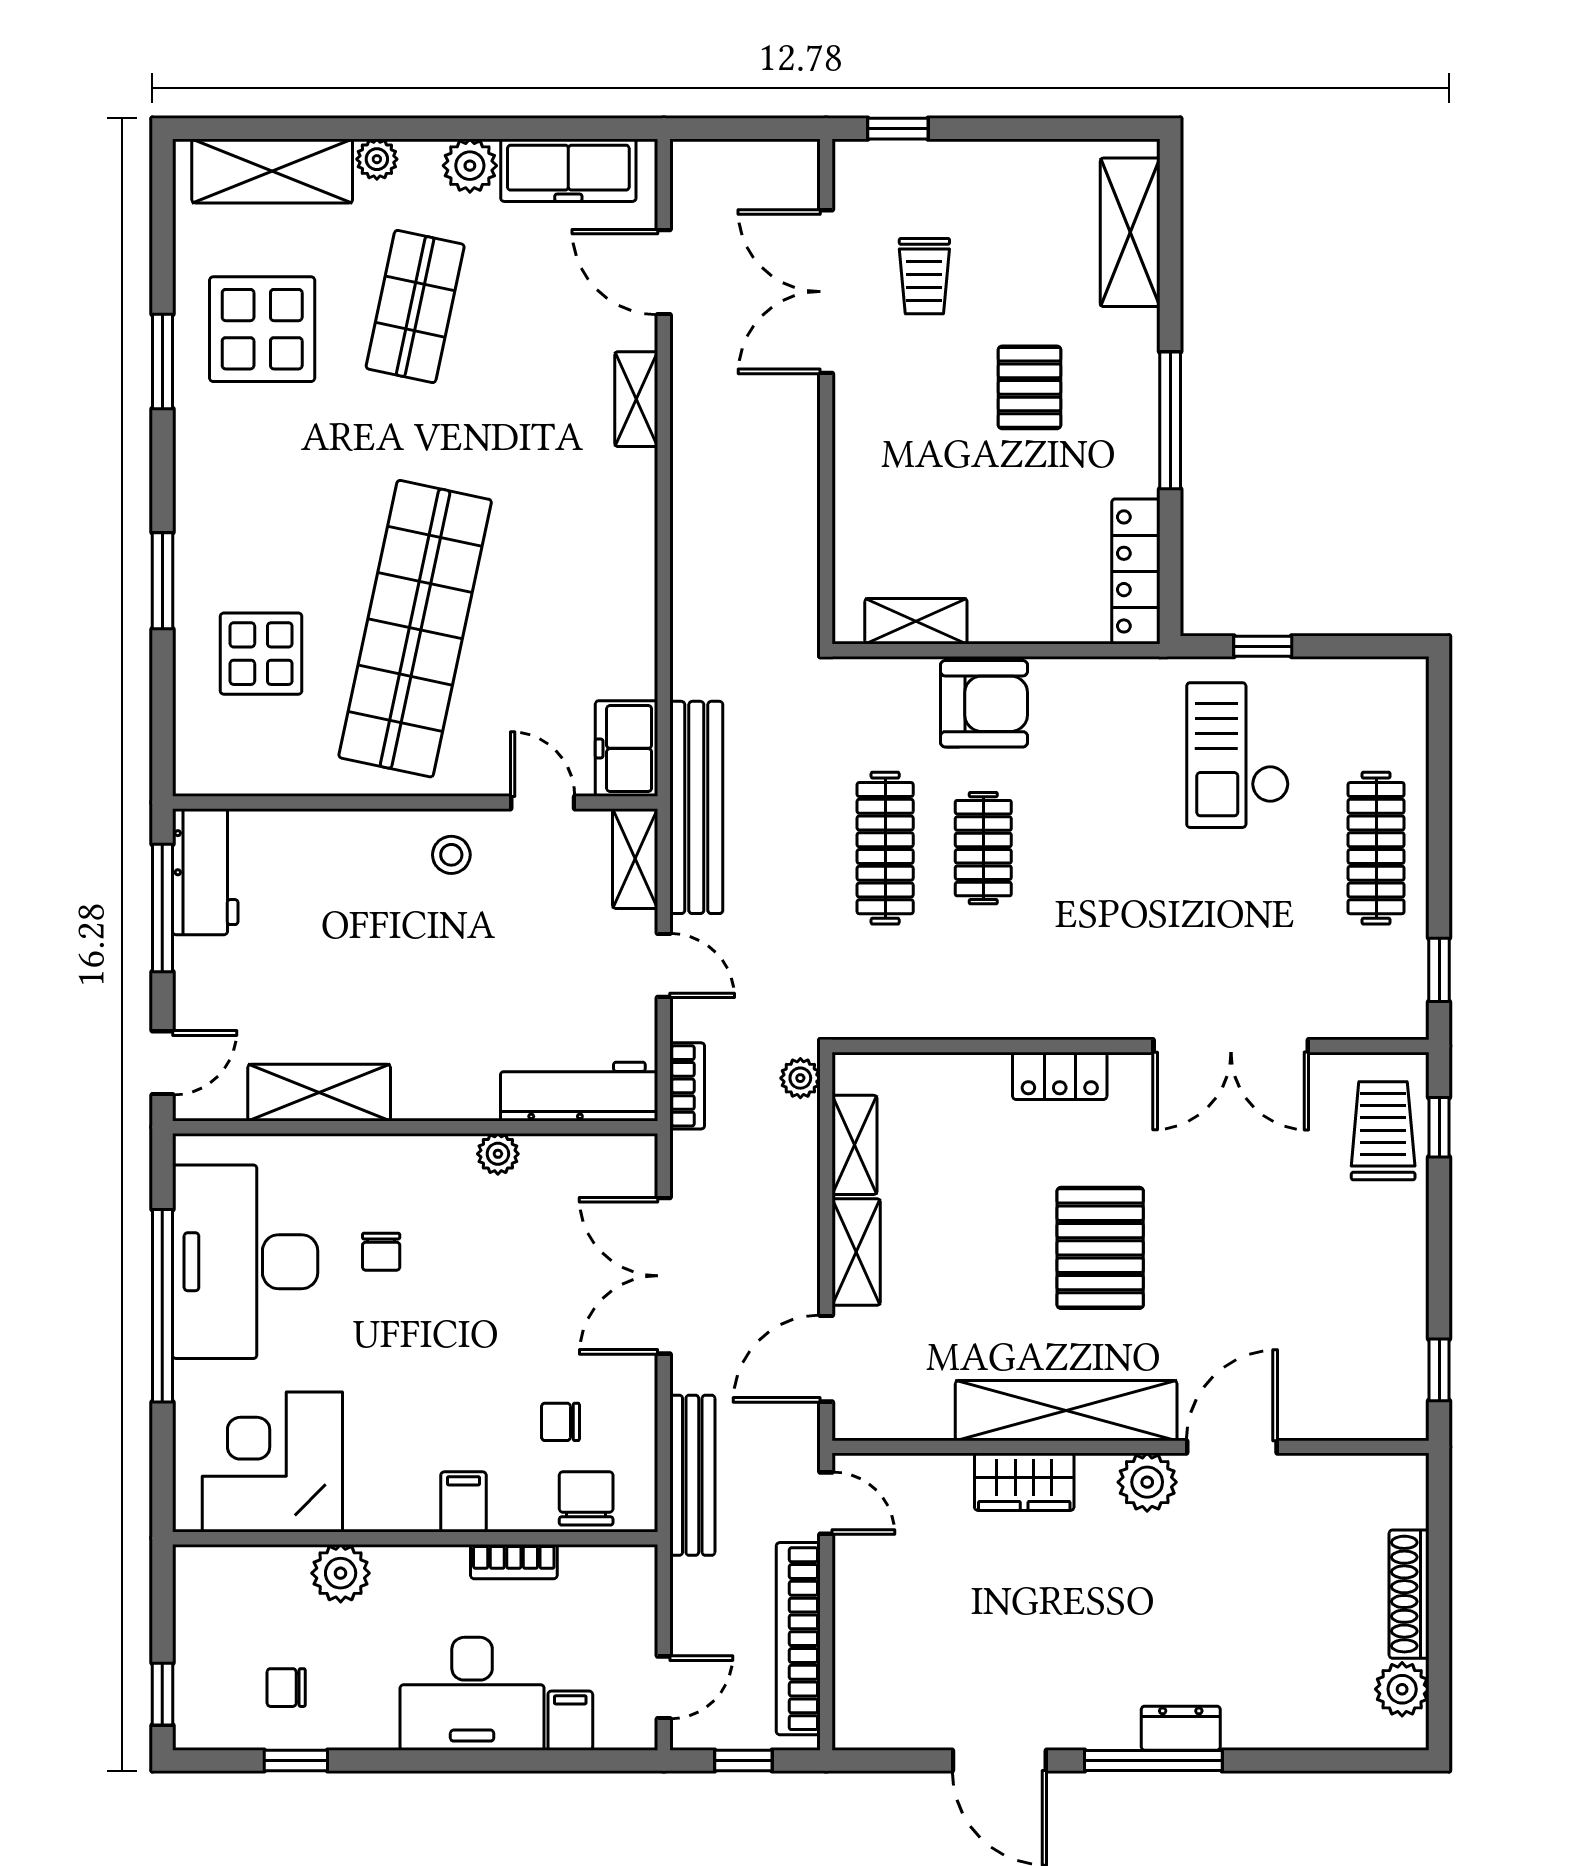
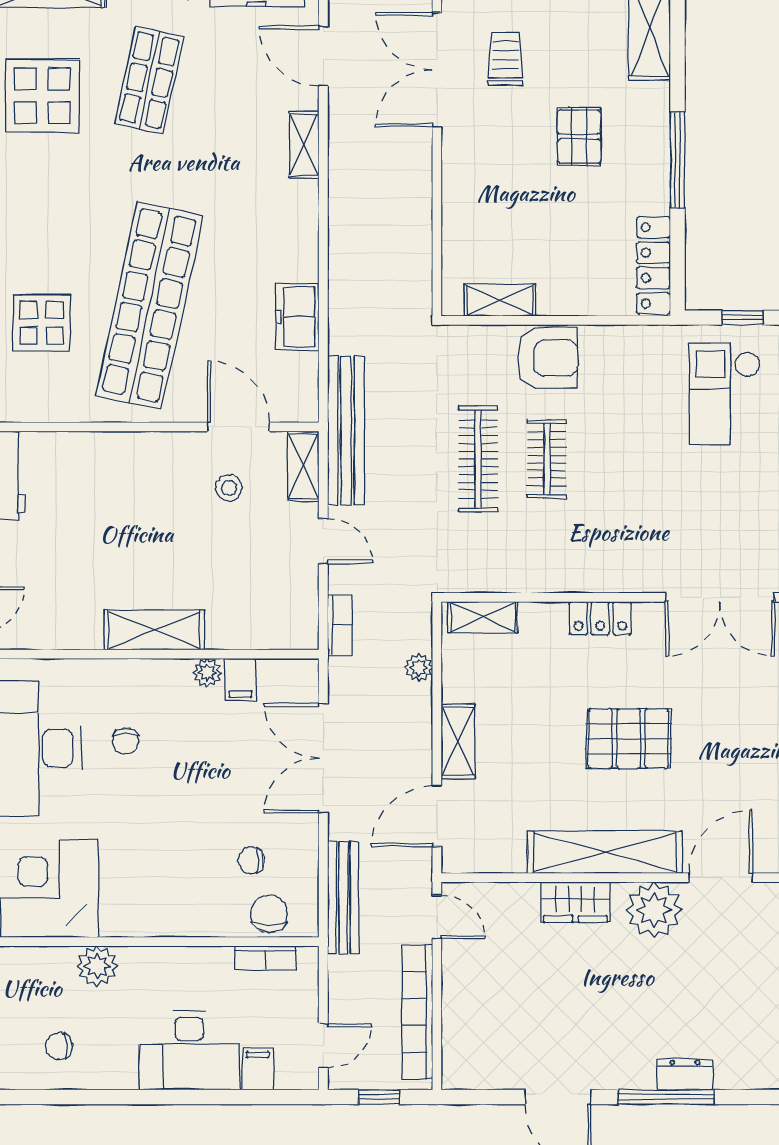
trolley: (924, 276) -> (506, 59), turned 180
freezer: (627, 748) -> (297, 317), moved
door: (543, 802) -> (238, 427), width x1.38
stool: (451, 855) -> (229, 488), moved
plant: (800, 1078) -> (419, 668), moved
workbench: (579, 1092) -> (264, 629), removed
shelving: (319, 1093) -> (154, 630), moved
shelving: (855, 1145) -> (483, 617), moved, turned 90
pallet: (1100, 1248) -> (629, 739), turned 90
plant: (1147, 1482) -> (654, 910), width x1.36, depth x1.36
filing cabinet: (463, 1502) -> (240, 679), moved, turned 180
bookcase: (514, 1562) -> (265, 958), moved
window: (296, 1760) -> (66, 1097), removed

